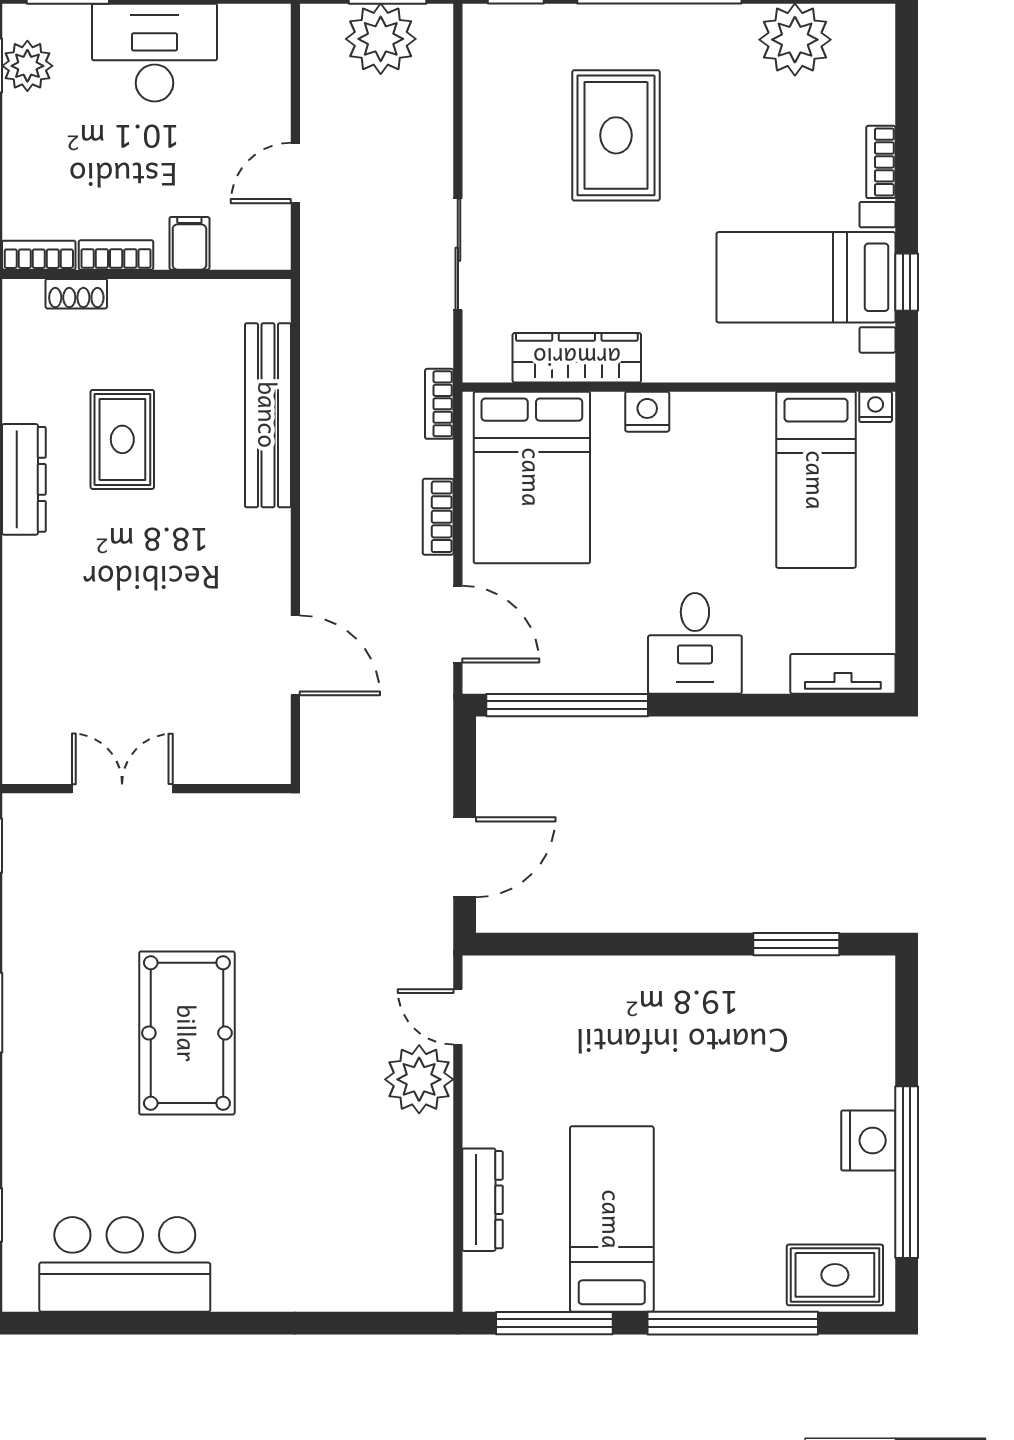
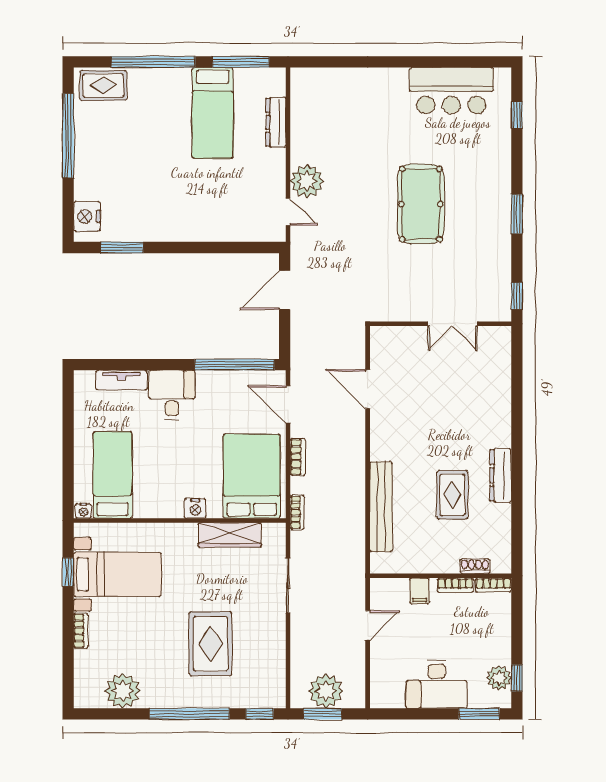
tv unit: (843, 674) -> (121, 380), moved
nightstand: (868, 1141) -> (87, 216), moved

